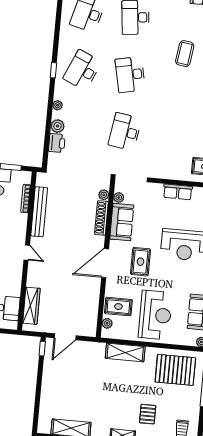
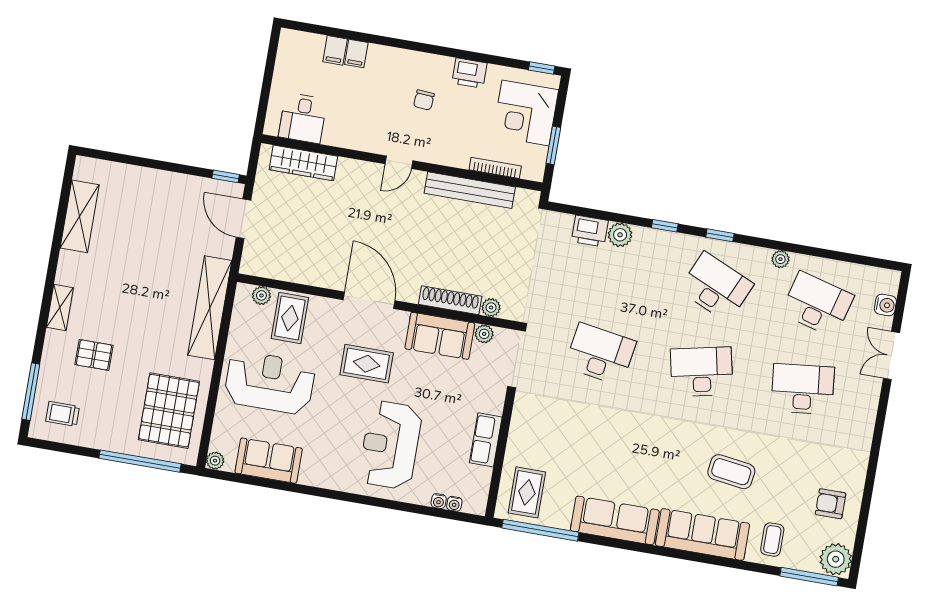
window: (51, 101) -> (665, 226), added
plant: (58, 105) -> (780, 259), moved
reception desk: (155, 315) -> (270, 383), turned 180
shelving: (125, 352) -> (210, 308), width x1.47

